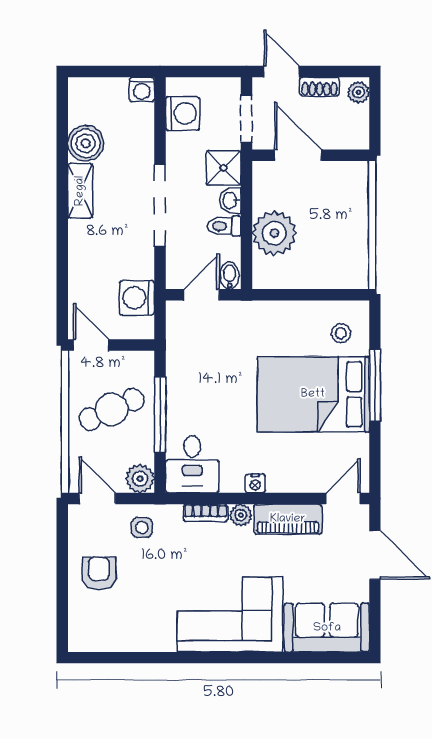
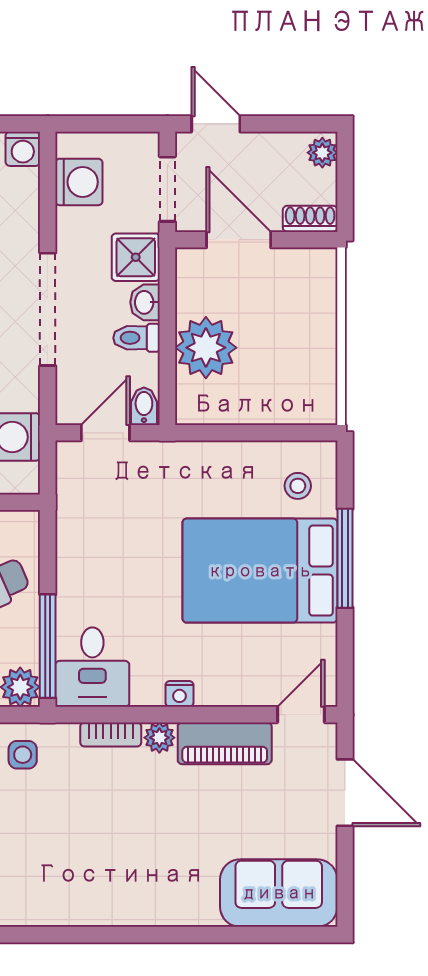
shoe rack: (320, 87) -> (310, 219), moved, turned 180
window: (160, 415) -> (48, 646), moved
corner sofa: (230, 615) -> (144, 875), removed

